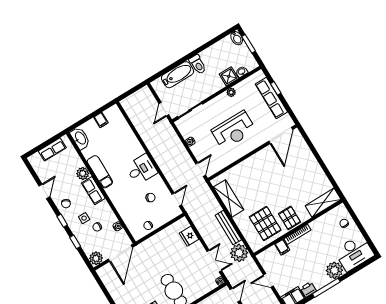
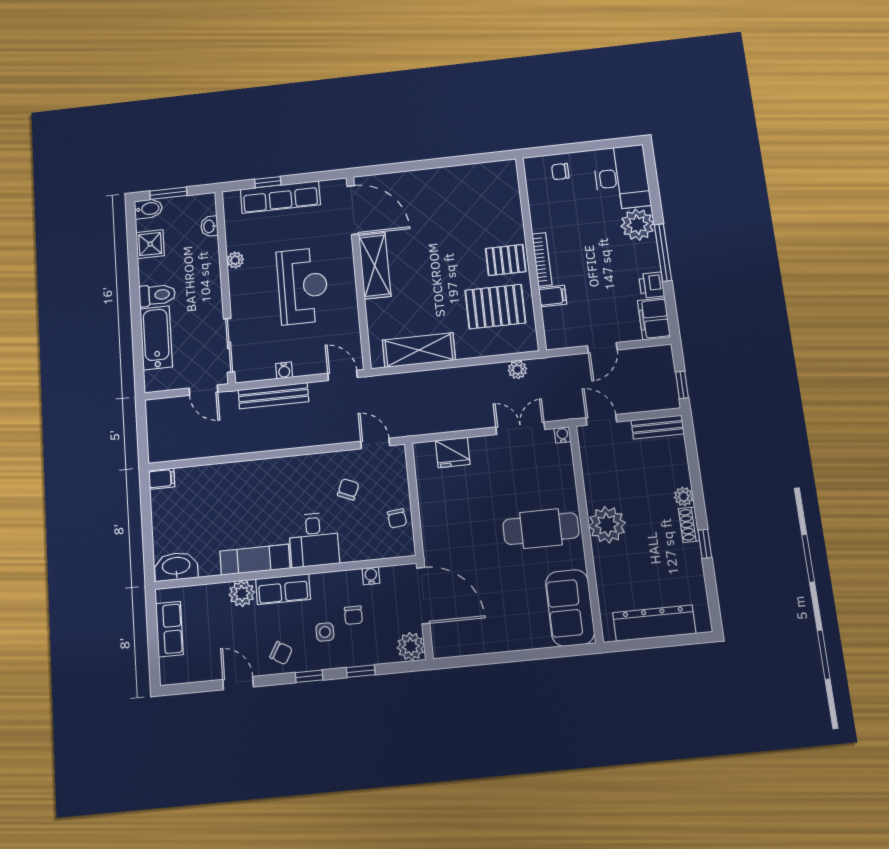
shower: (229, 76) -> (150, 244), moved
filing cabinet: (101, 120) -> (162, 479), moved
desk: (141, 169) -> (314, 540), moved, turned 180
shelving: (323, 203) -> (375, 266), moved
bench: (228, 228) -> (273, 396), moved
plant: (239, 253) -> (517, 370), width x0.53, depth x0.53

